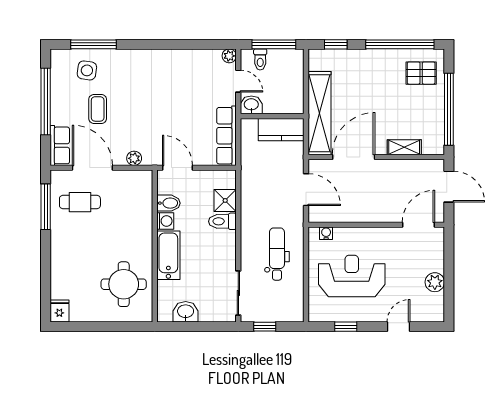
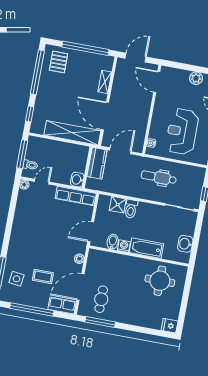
washbasin: (251, 105) -> (77, 180), moved
wall: (272, 116) -> (87, 167), moved
kitchen counter: (281, 130) -> (97, 163), moved

